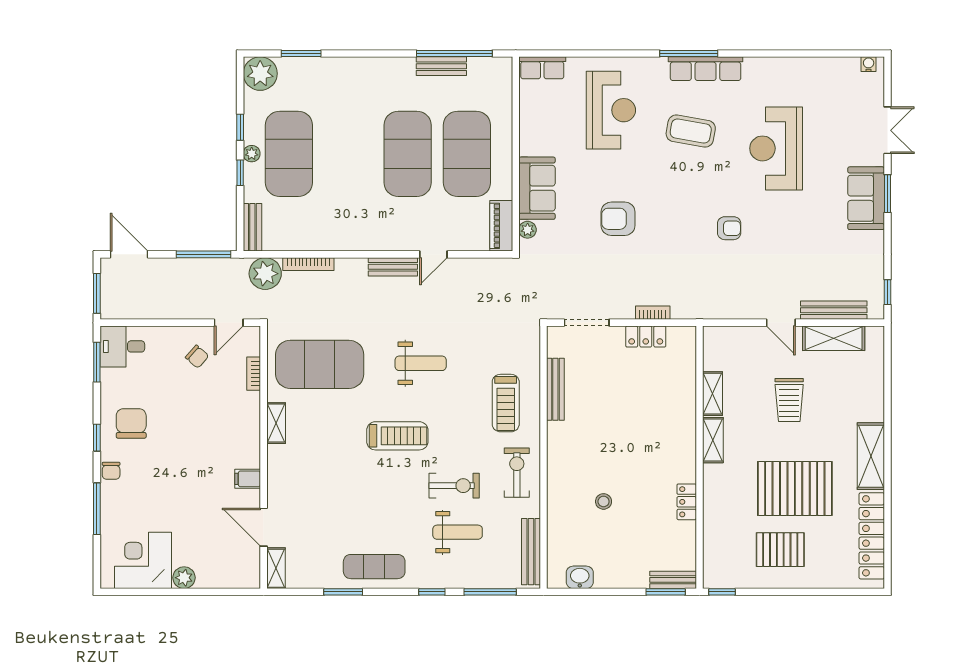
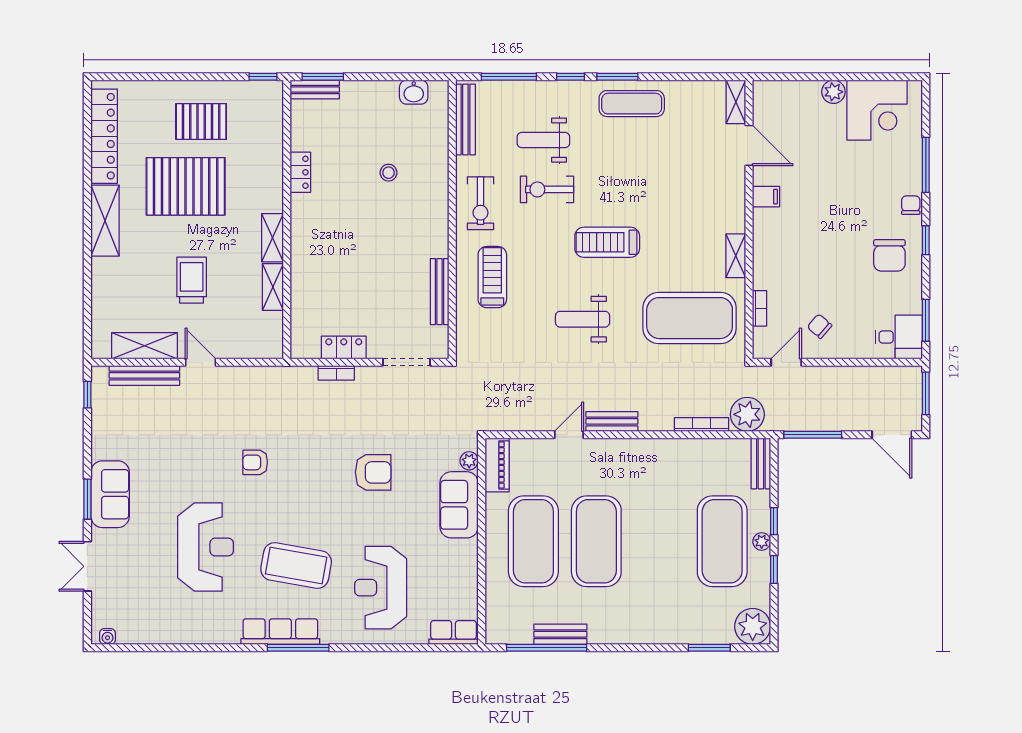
coffee table: (691, 131) -> (296, 566), width x1.36, depth x1.32
window: (343, 592) -> (617, 77), moved

